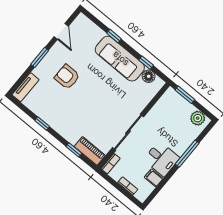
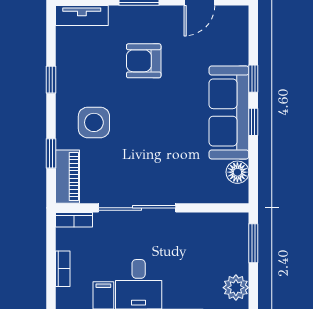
window: (146, 63) -> (253, 122), moved
armchair: (67, 77) -> (144, 61), turned -90
side table: (76, 120) -> (94, 122), added

